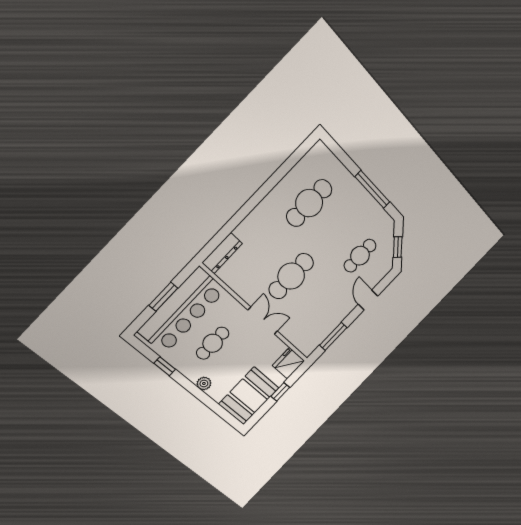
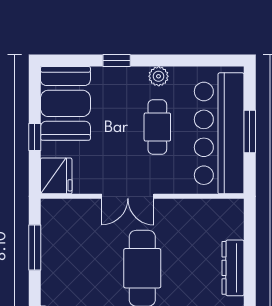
dresser: (222, 253) -> (233, 268), moved
window: (165, 366) -> (117, 60), moved
plant: (204, 384) -> (159, 76), moved

